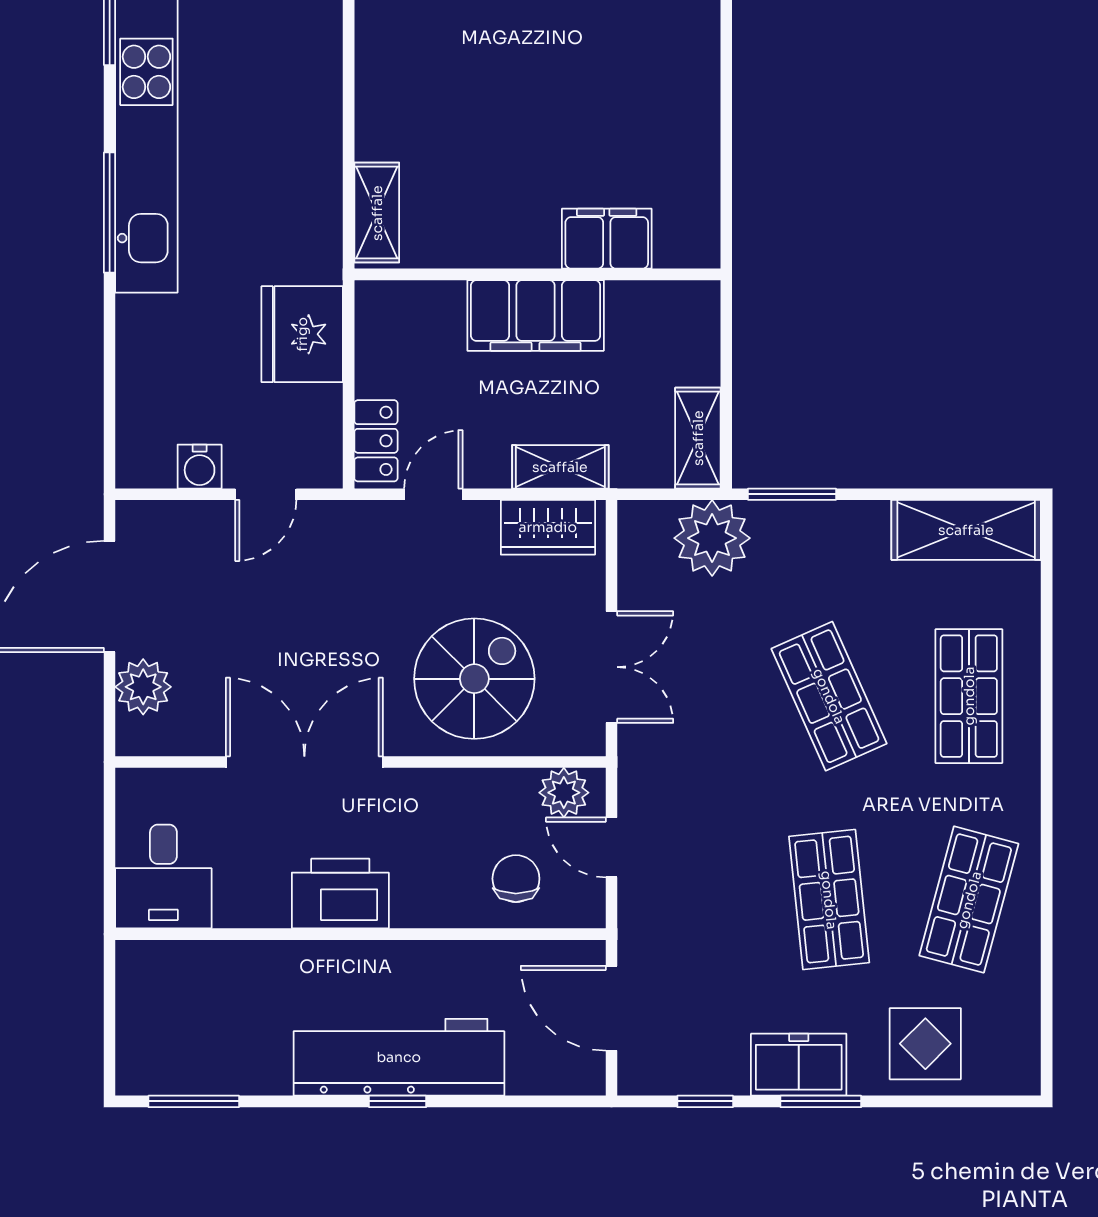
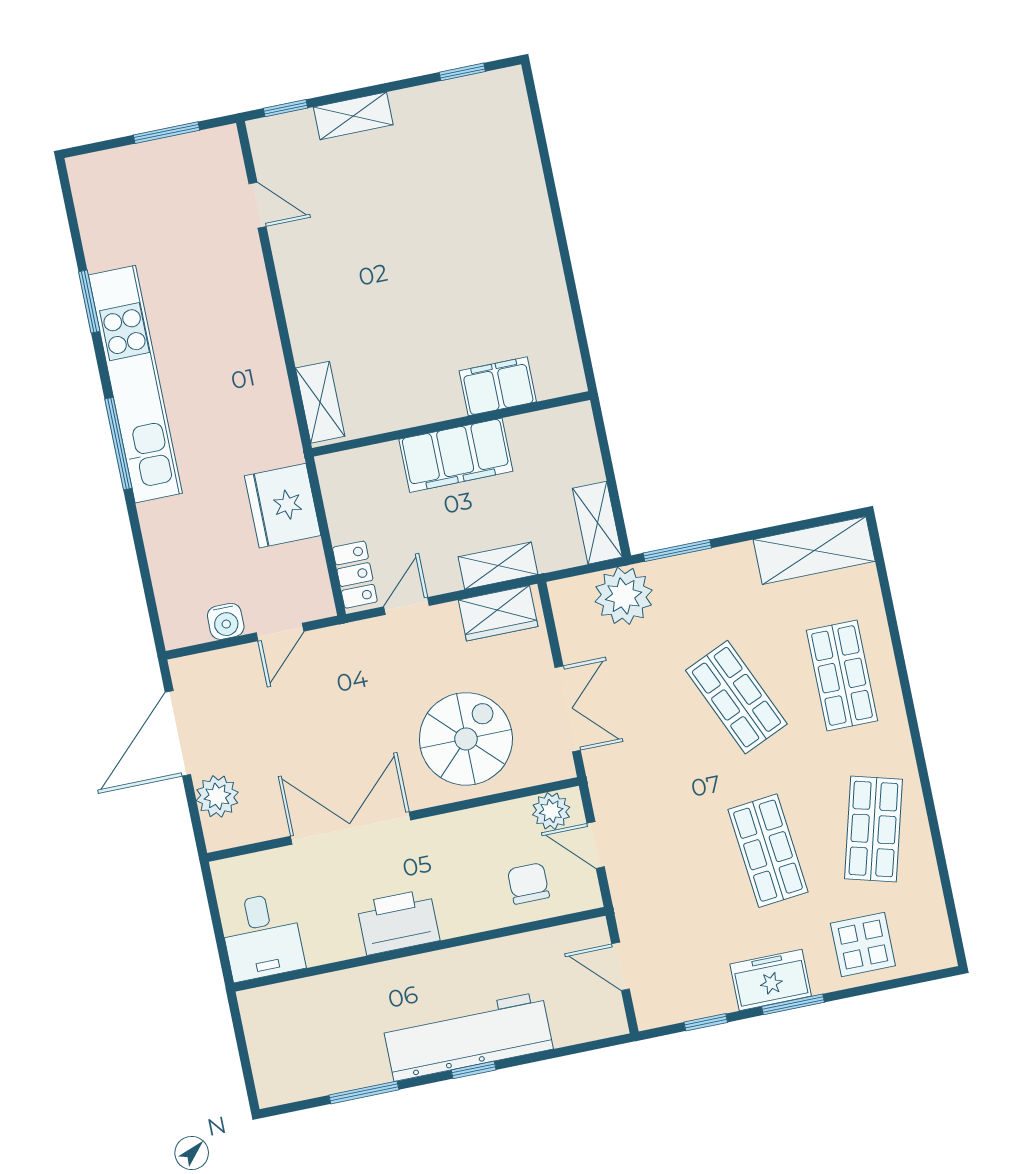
door: (612, 1008) -> (621, 966), width x0.73
window: (194, 1101) -> (364, 1092), moved

